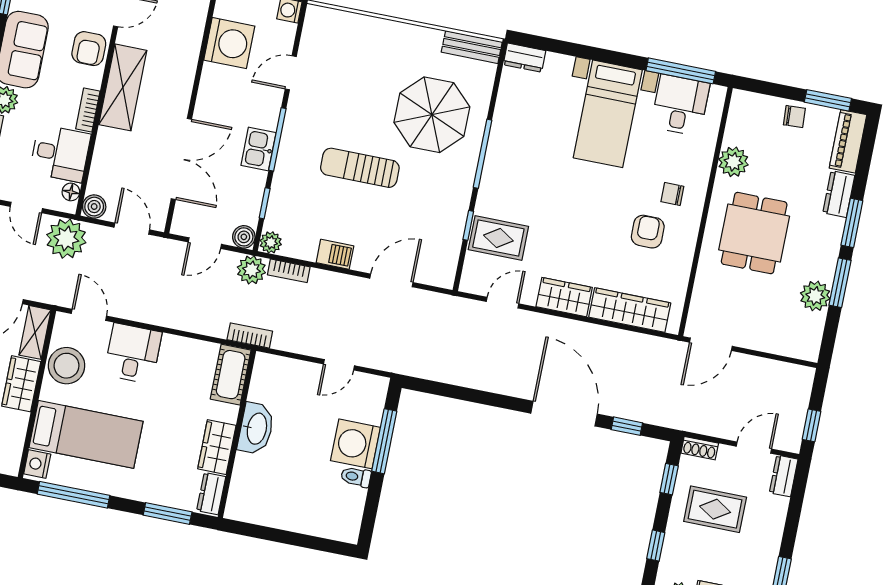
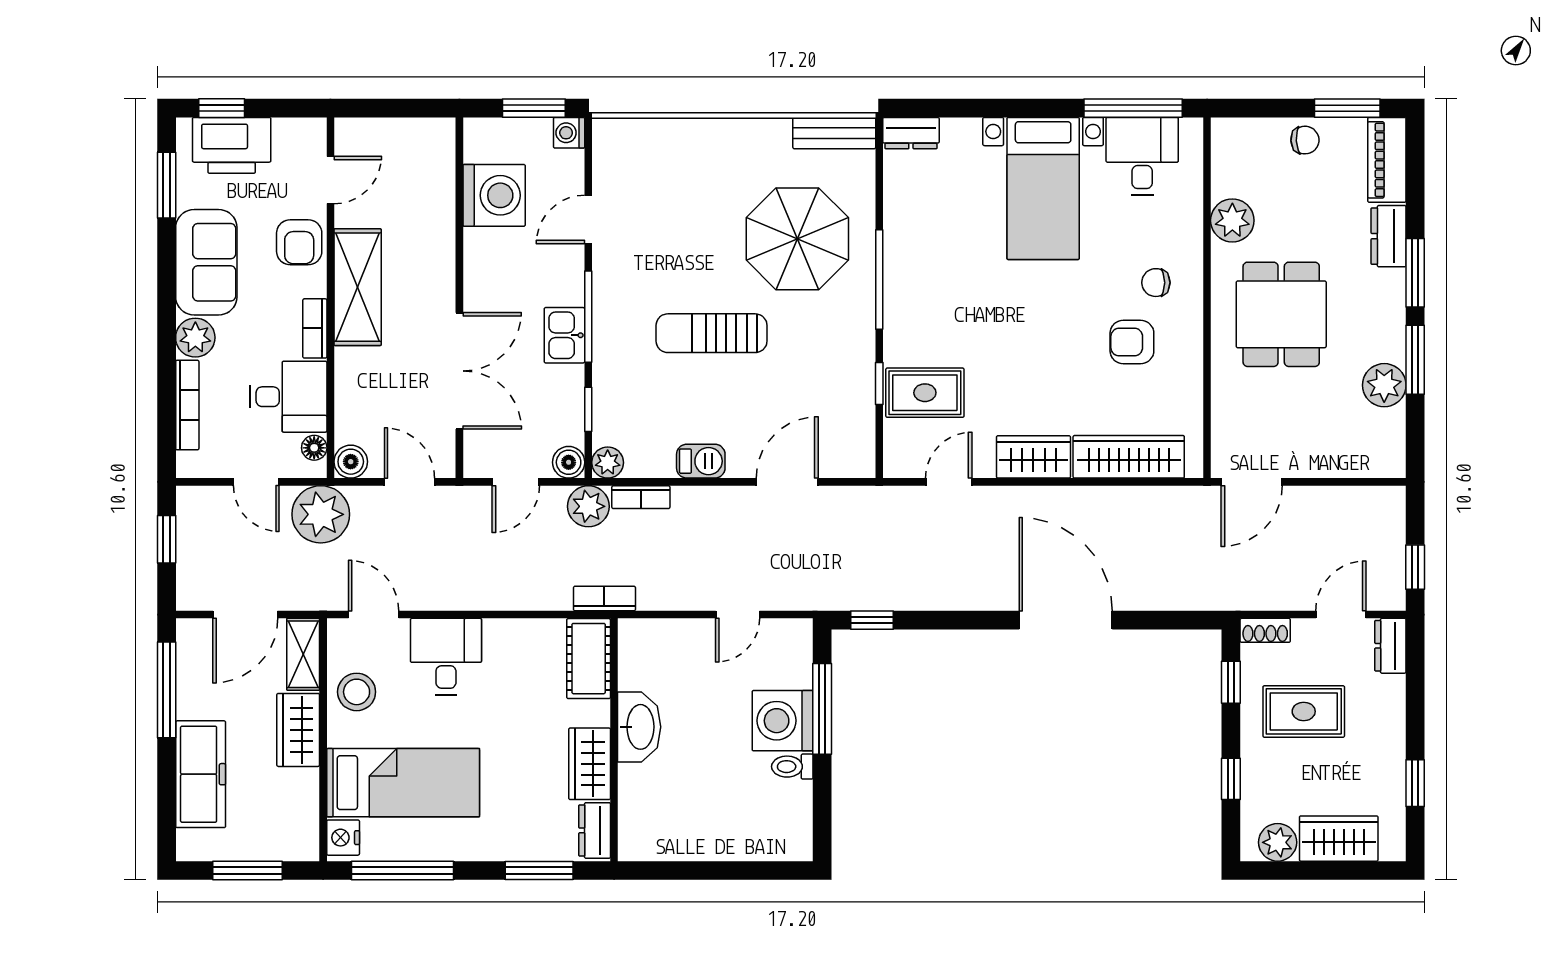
armchair: (648, 232) -> (1132, 342), turned -90
stool: (67, 366) -> (357, 692), width x0.73, depth x0.73
window: (627, 426) -> (872, 620), moved

